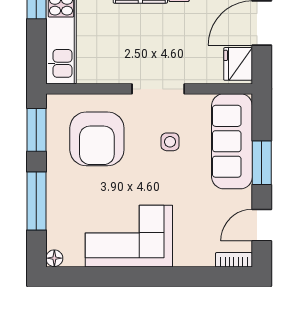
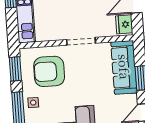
armchair: (97, 139) -> (49, 71), turned 90
side table: (170, 142) -> (33, 103), moved

